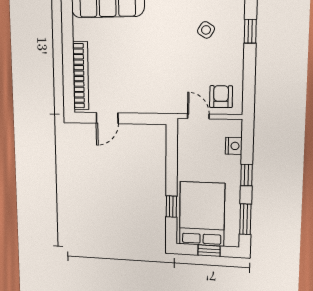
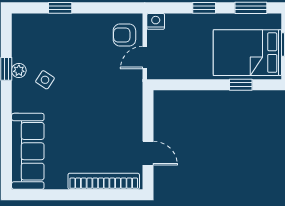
side table: (206, 30) -> (45, 80), moved
nightstand: (234, 146) -> (156, 21), moved

